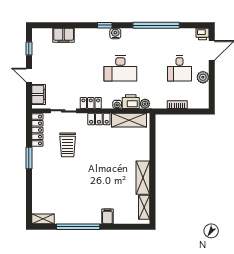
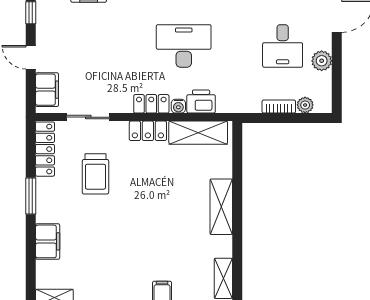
desk: (120, 68) -> (184, 46), turned 180
locker: (91, 103) -> (151, 104), moved
plant: (145, 104) -> (305, 105), moved
shelving: (143, 178) -> (221, 207), moved
filing cabinet: (39, 185) -> (48, 241), added

